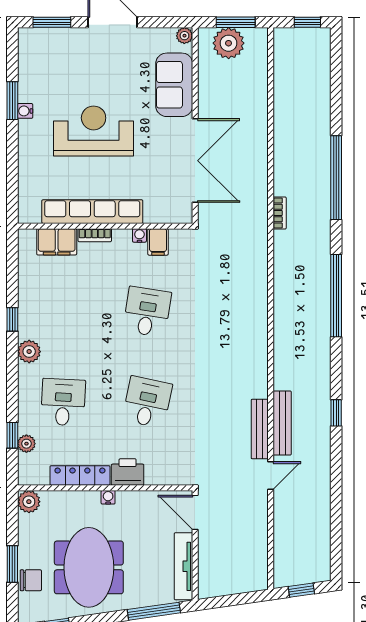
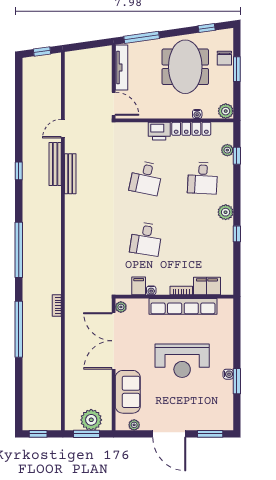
plant: (184, 36) -> (134, 425), moved
plant: (184, 211) -> (121, 307), added
bench: (260, 429) -> (70, 174), moved
water cooler: (108, 497) -> (197, 114), moved
chair: (31, 580) -> (224, 58), turned -90

